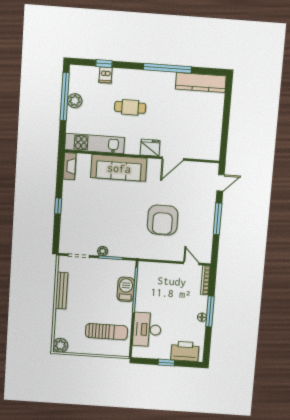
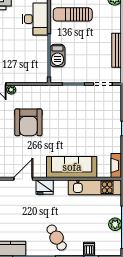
cafe table: (130, 107) -> (57, 238), moved, turned 59
armchair: (163, 220) -> (28, 122), turned 180
plant: (103, 251) -> (11, 90), moved

